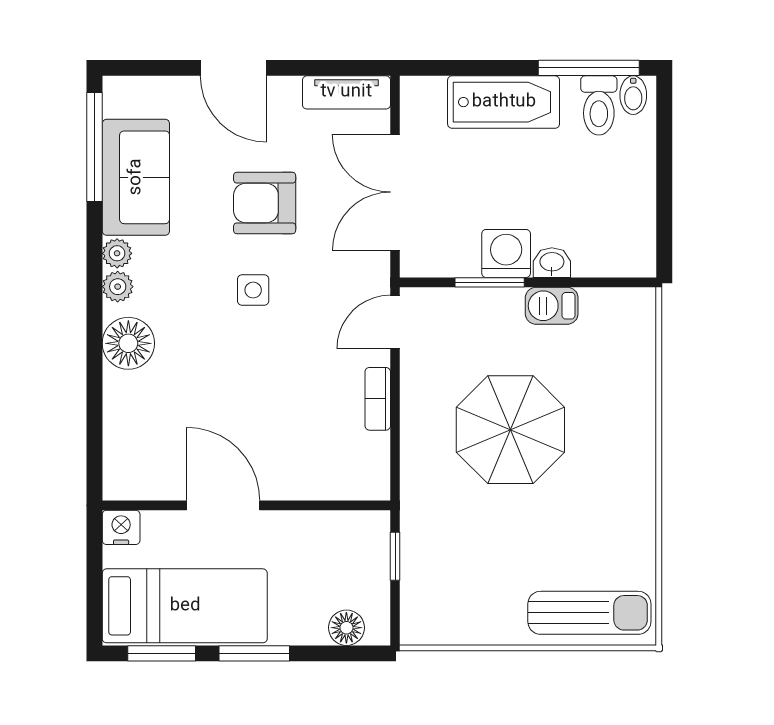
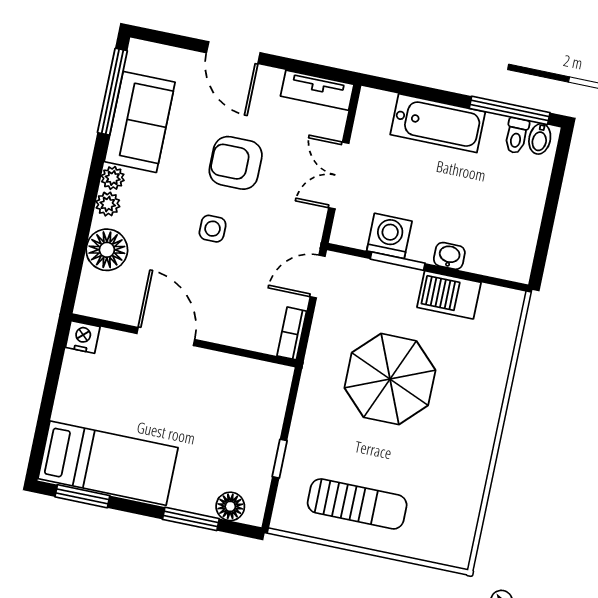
toilet: (599, 105) -> (516, 136), width x0.73, depth x0.72
double door: (395, 192) -> (339, 176), width x0.73
washing machine: (506, 253) -> (389, 236), moved
barbecue: (552, 306) -> (449, 295), width x1.38, depth x1.27
door: (223, 505) -> (166, 336), moved
wall: (246, 505) -> (184, 340), moved
nightstand: (121, 527) -> (83, 337), moved
sun lounger: (589, 613) -> (357, 504), moved
window: (254, 653) -> (191, 519), moved

